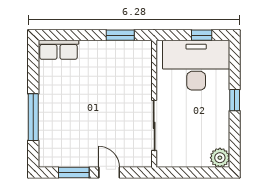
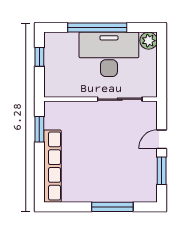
row of seats: (58, 50) -> (52, 166), width x2.02
desk: (196, 65) -> (109, 54), moved, turned 90
window: (235, 100) -> (97, 27), width x3.17

